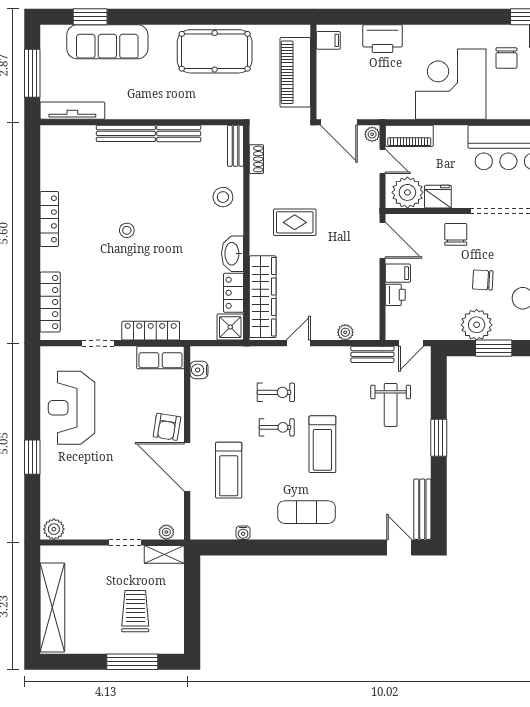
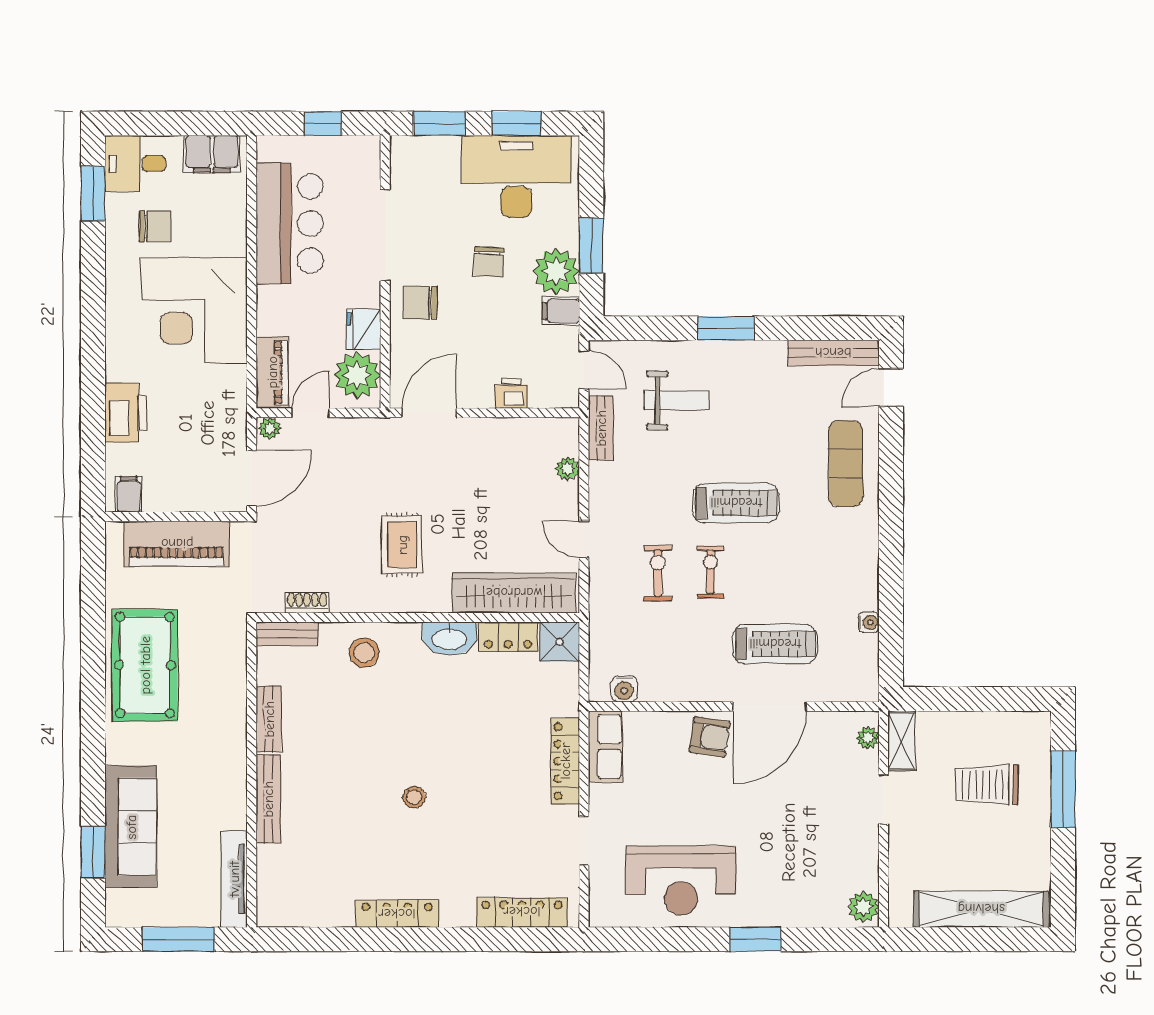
filing cabinet: (398, 273) -> (561, 311), moved, turned -90
exercise mat: (306, 512) -> (846, 464), moved

